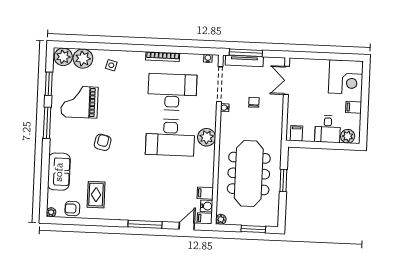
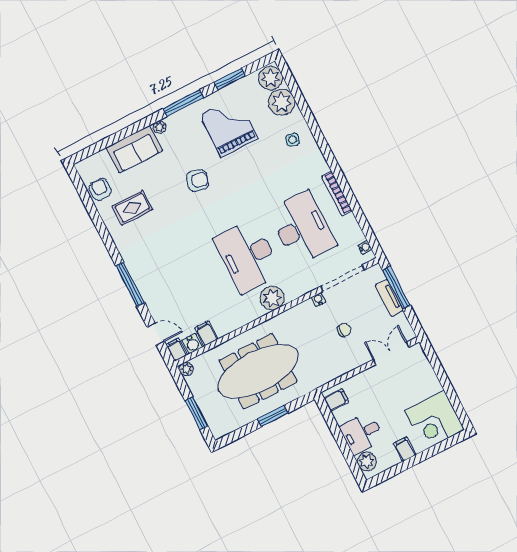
tv unit: (244, 61) -> (389, 298), width x0.71
plant: (51, 212) -> (160, 127), moved

